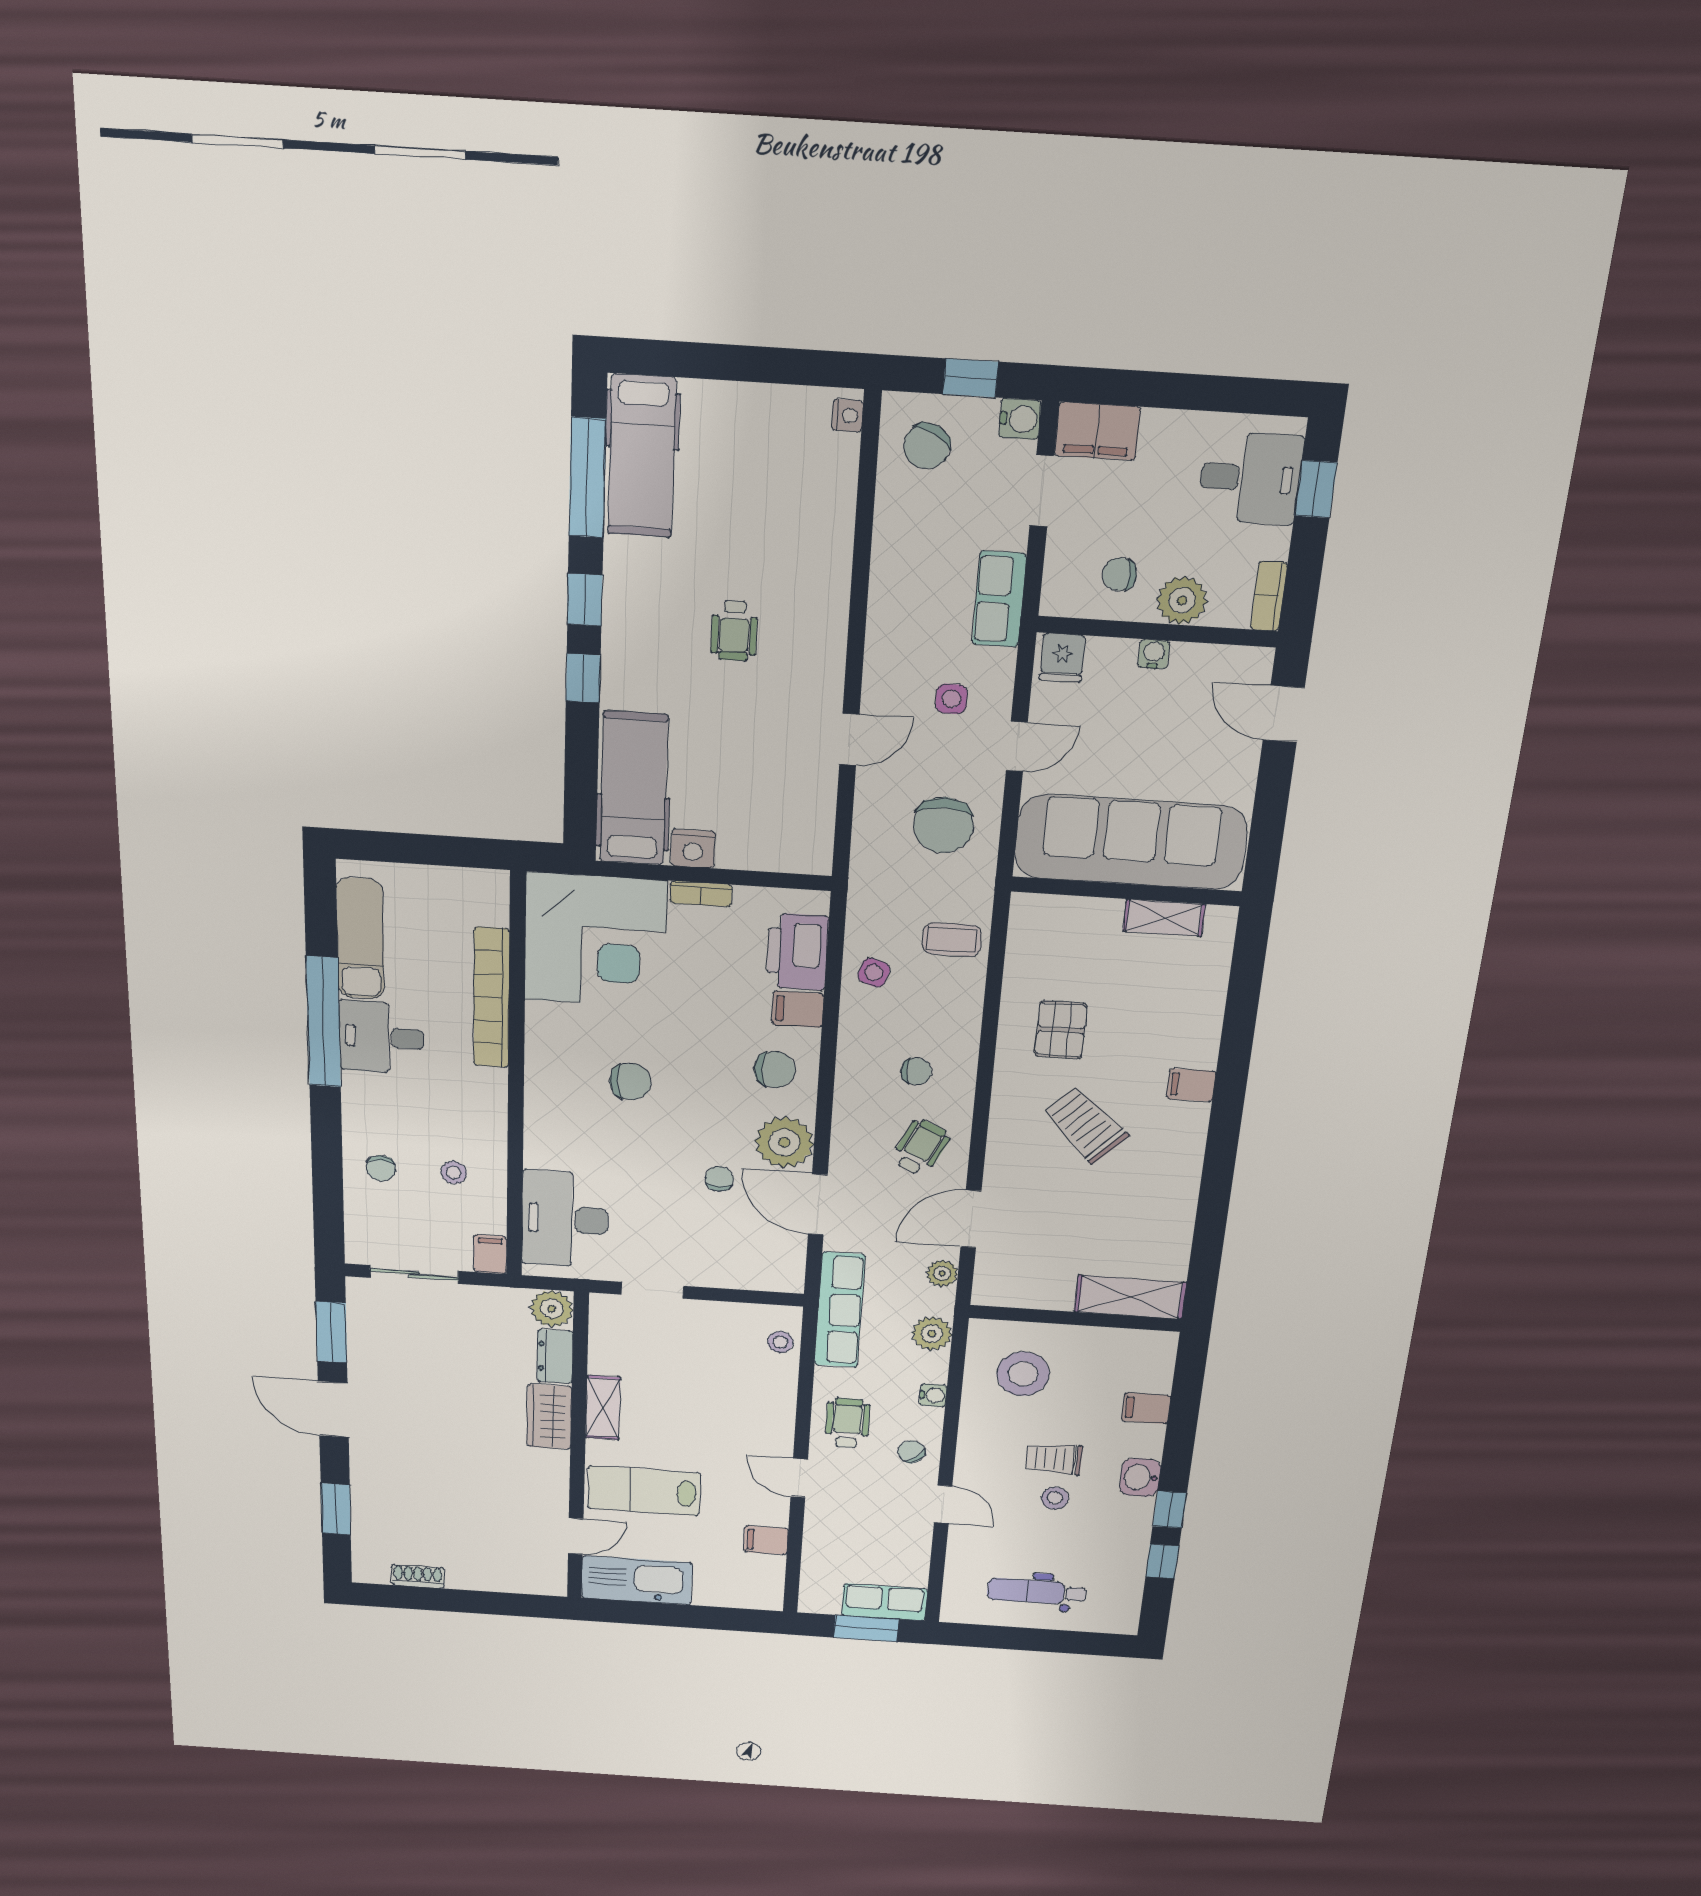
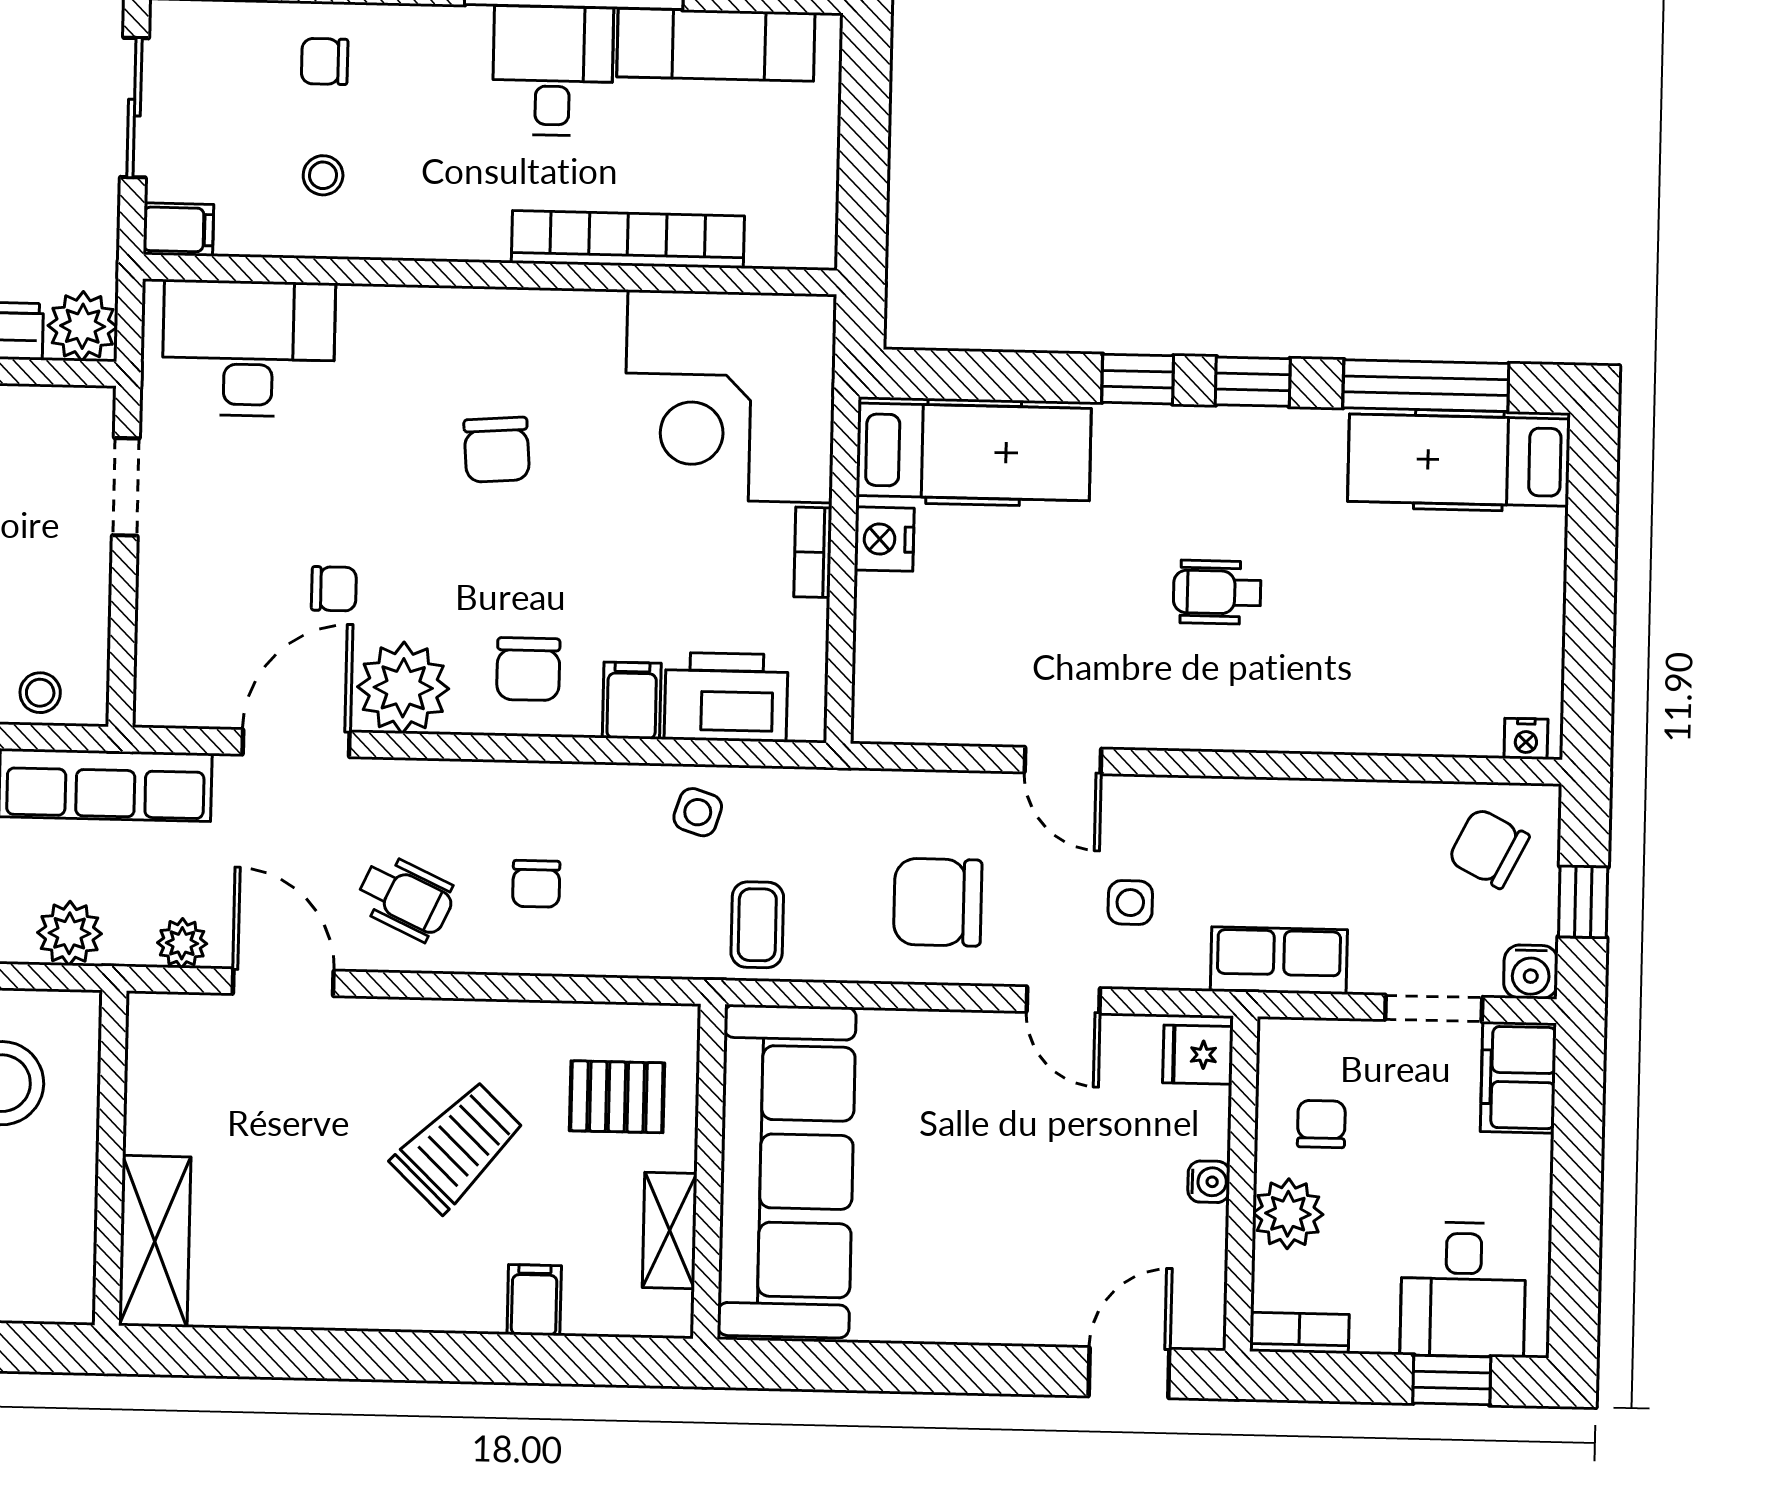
sofa: (1131, 842) -> (787, 1171), moved
wall: (1126, 891) -> (709, 1172), moved
shelving: (1164, 918) -> (670, 1231), moved

